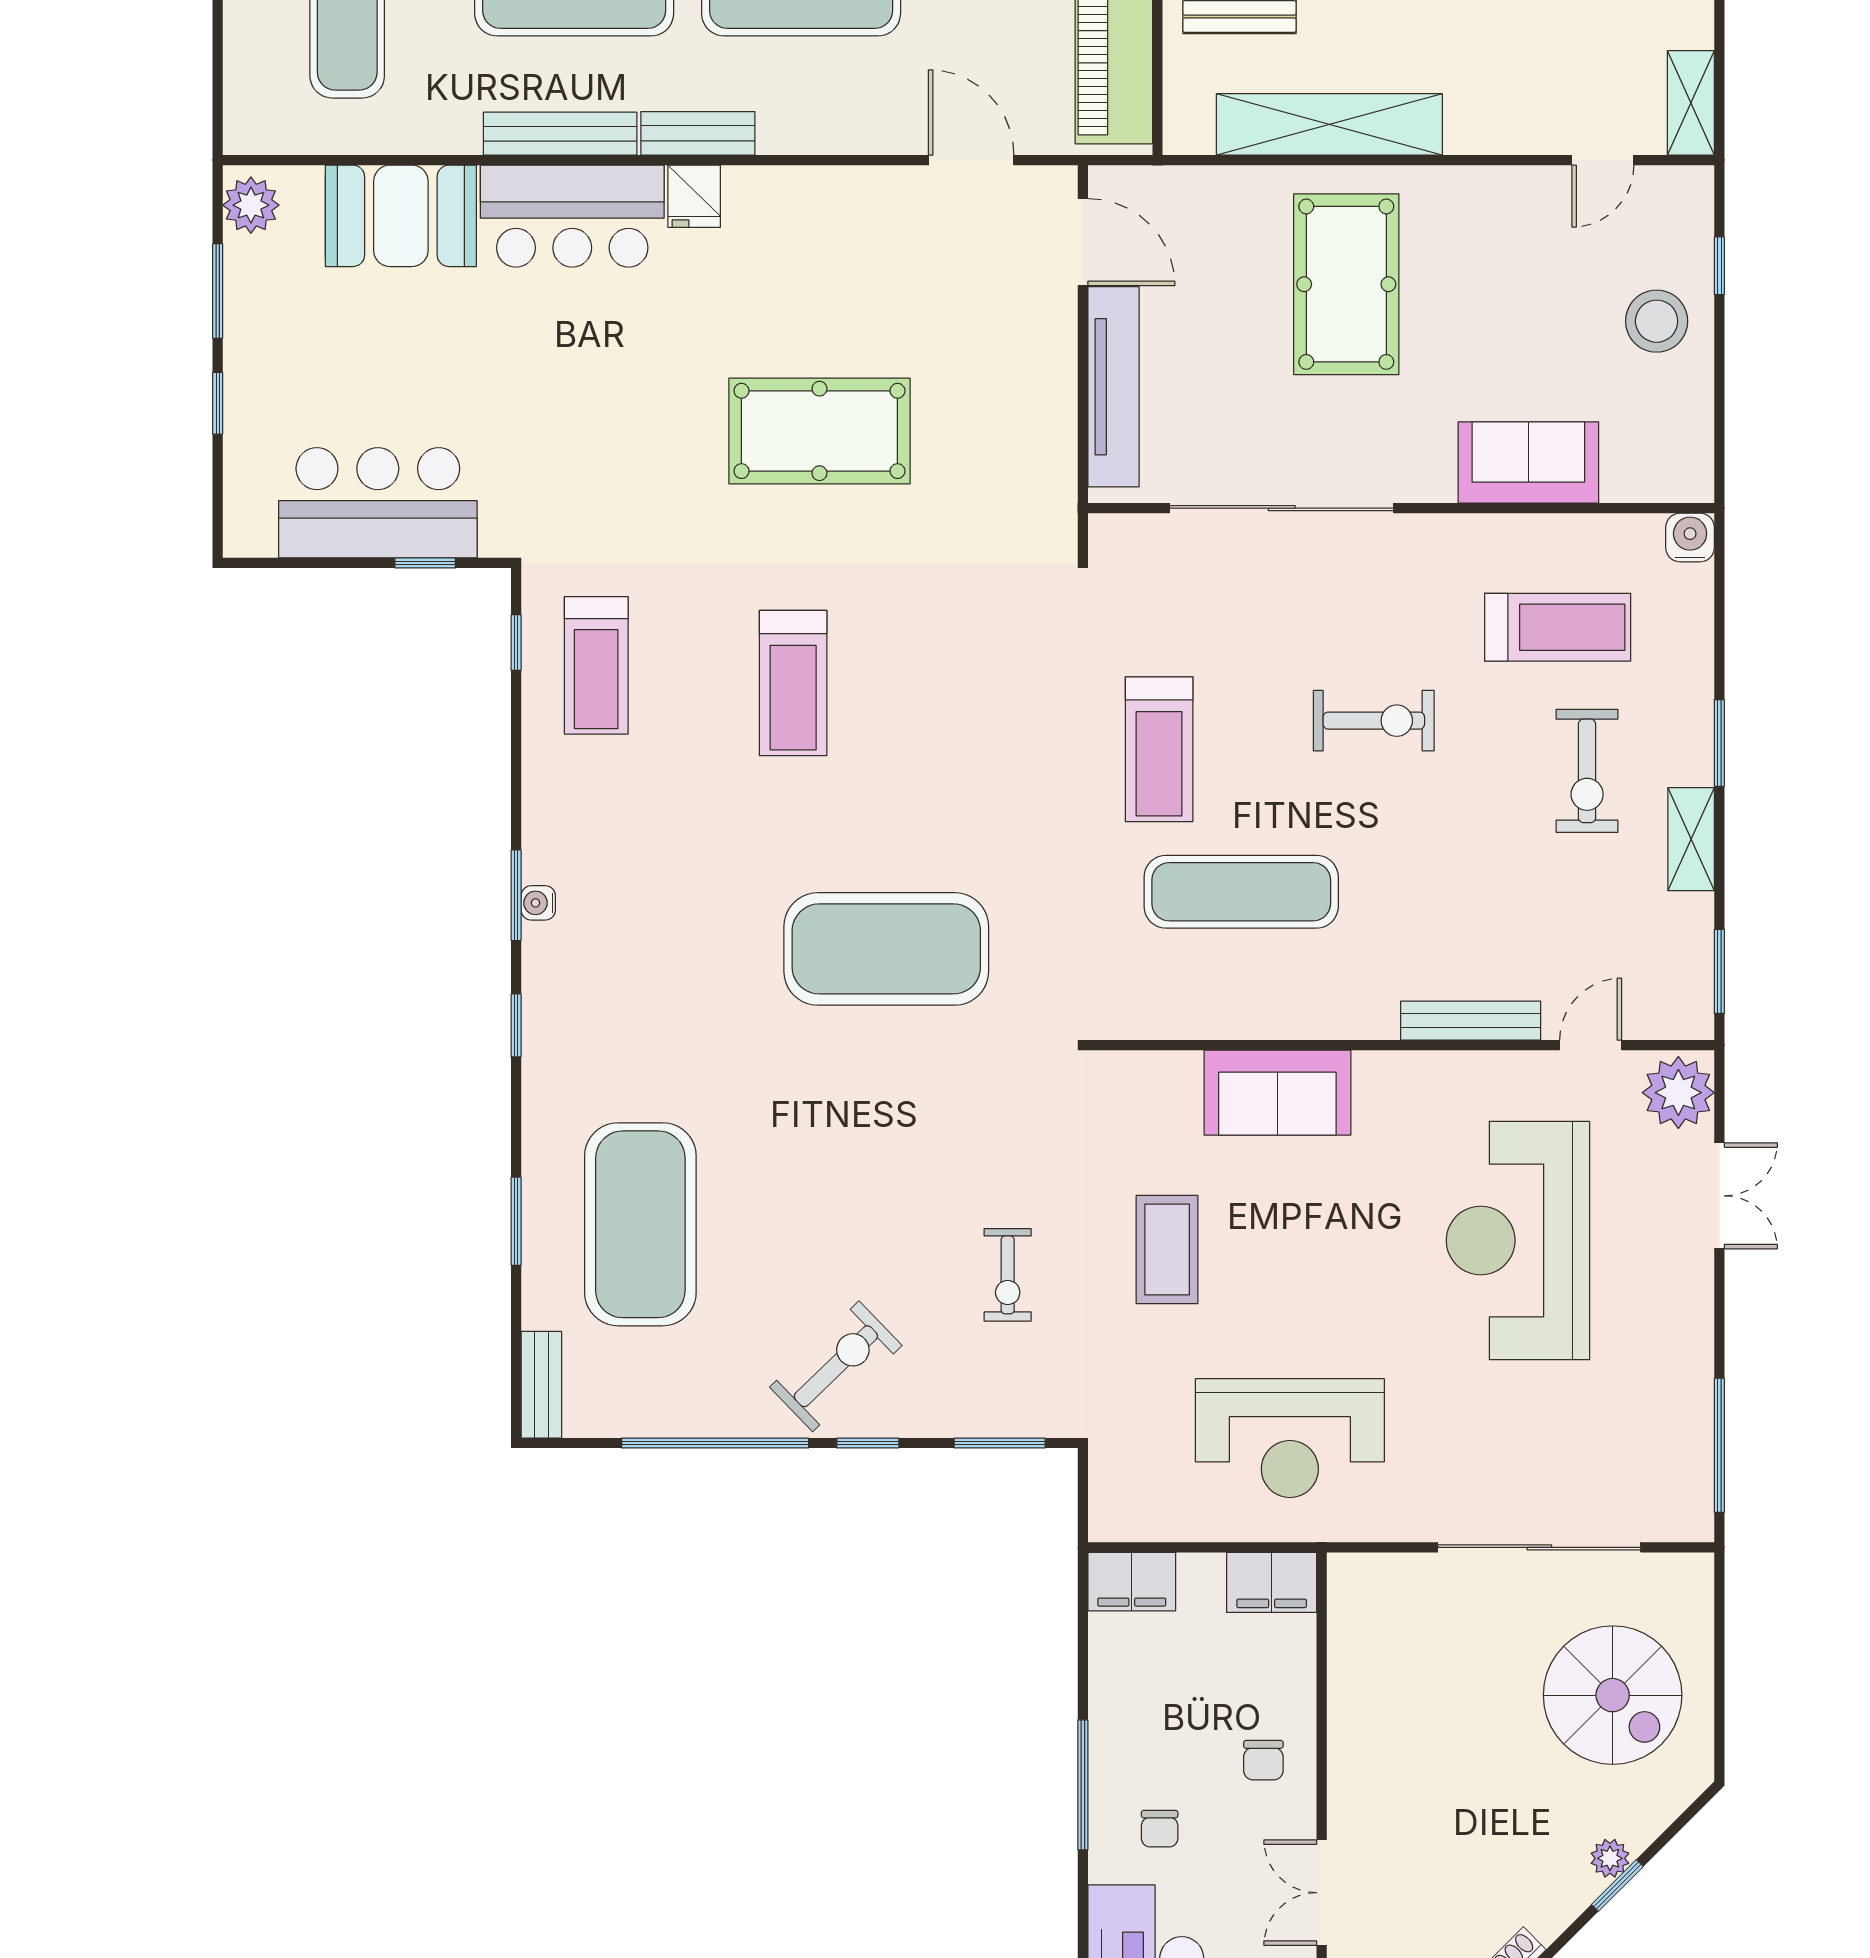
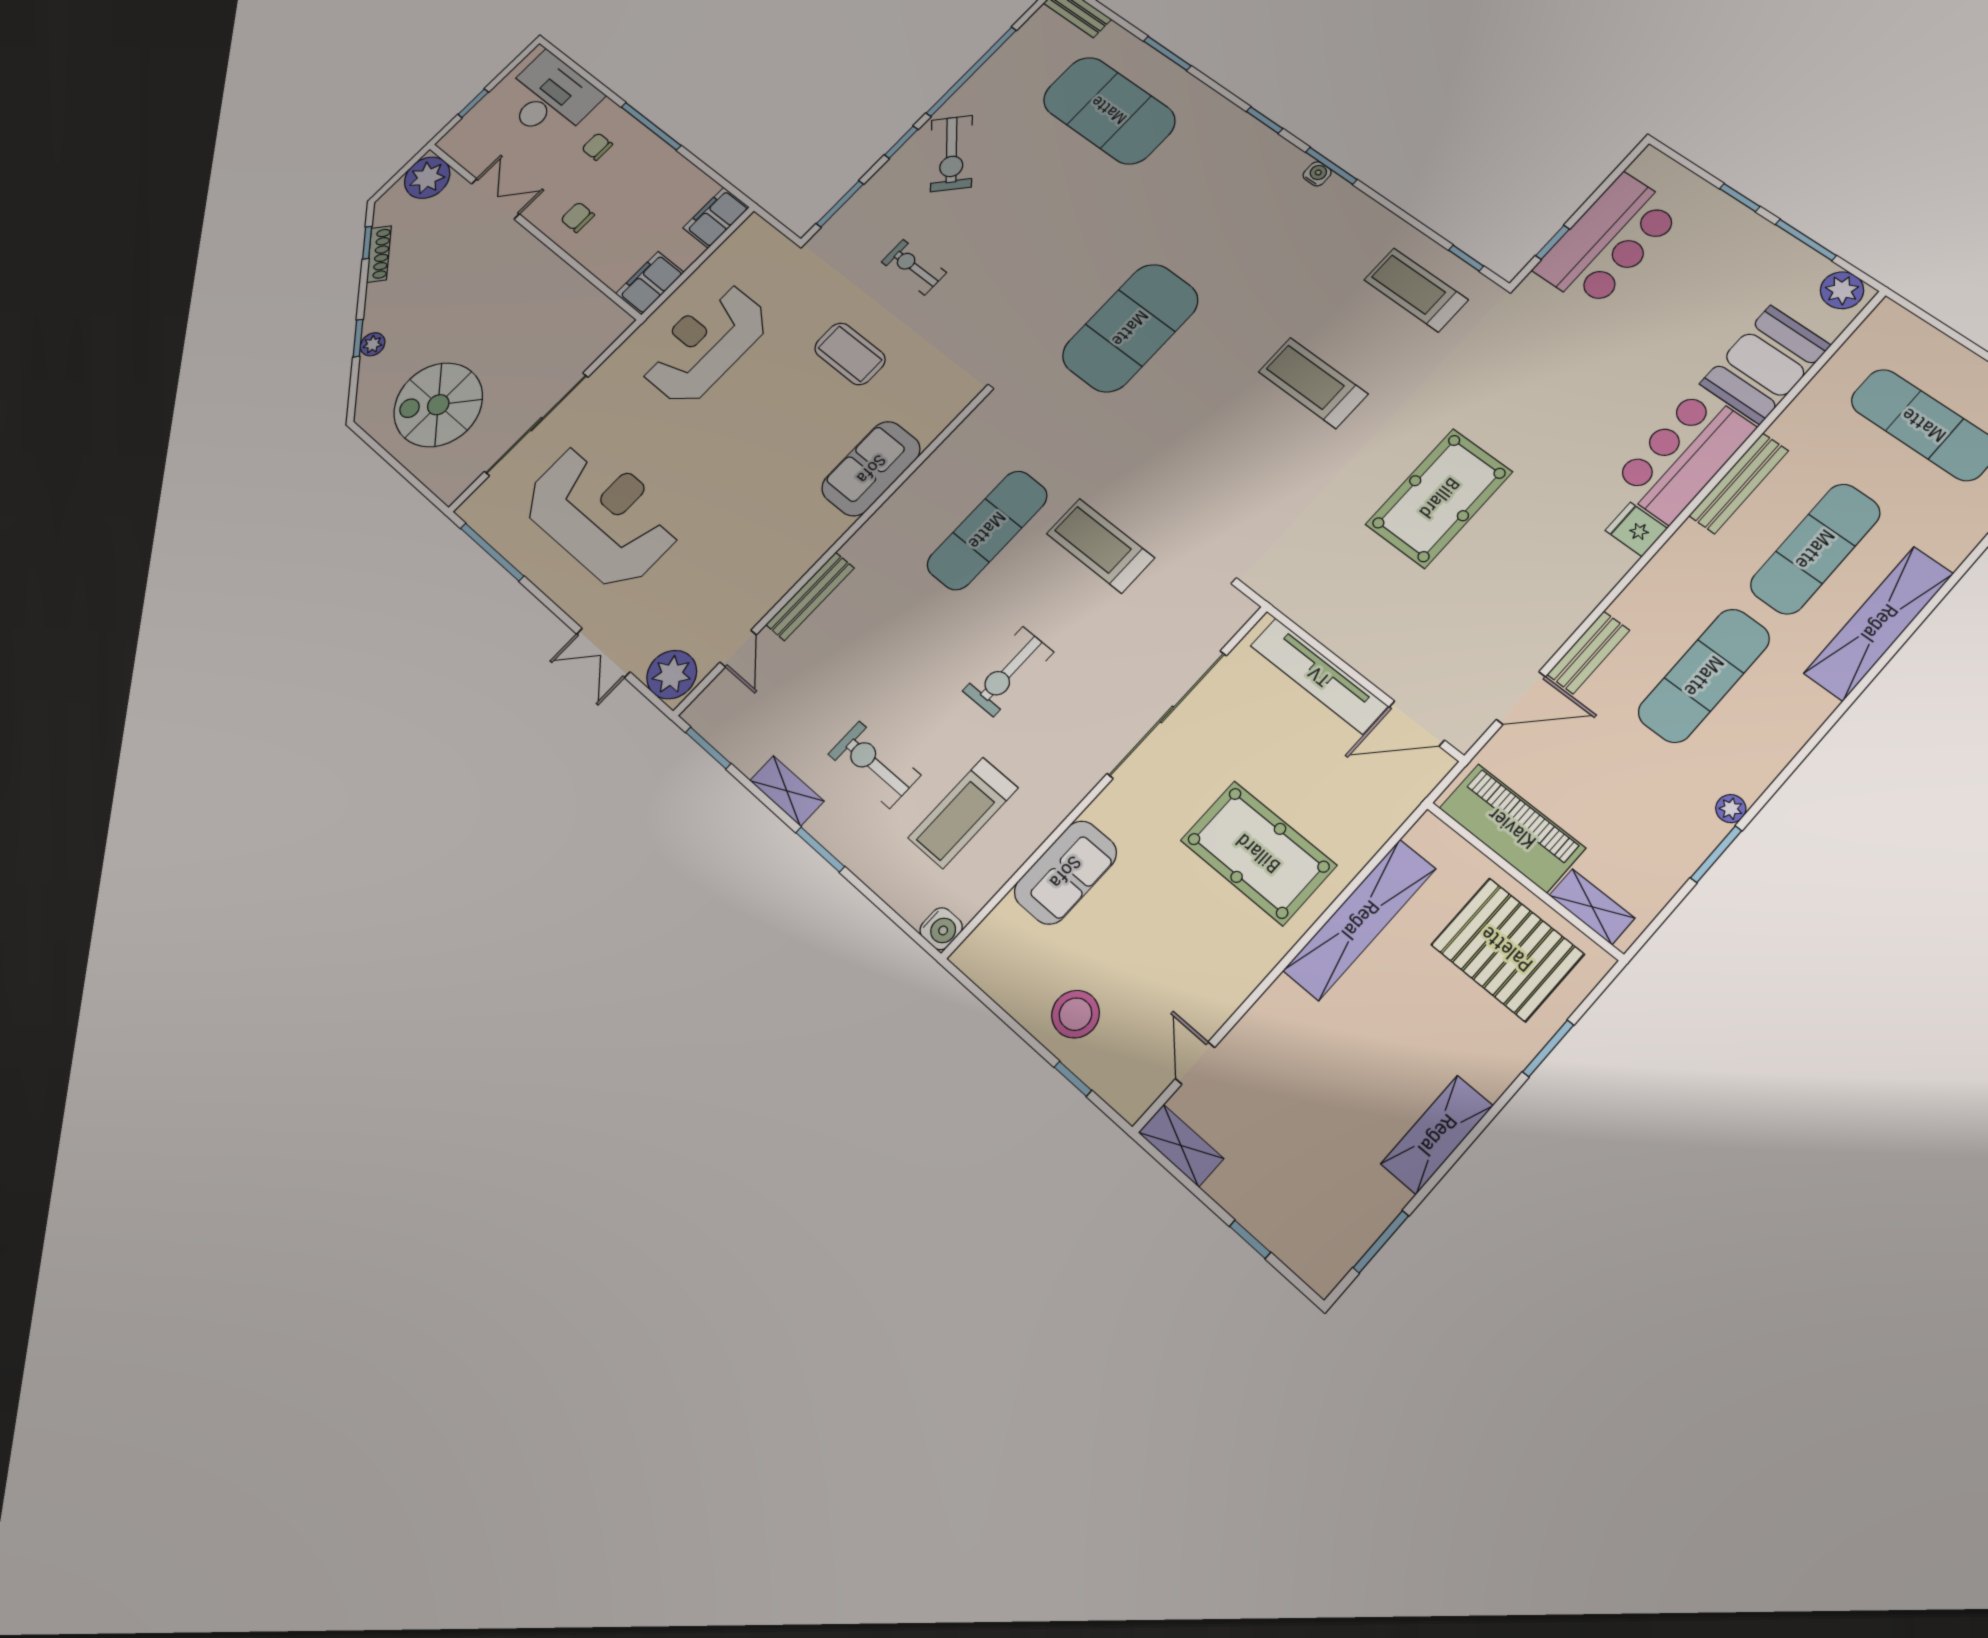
bench: (698, 133) -> (1588, 652), moved
reception desk: (1518, 1240) -> (602, 515), moved

